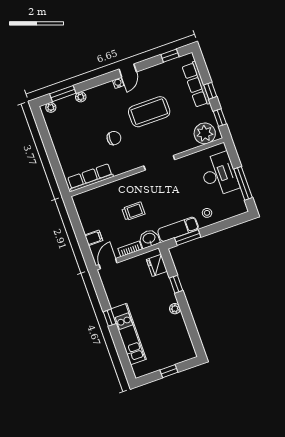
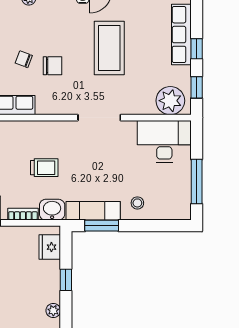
coffee table: (149, 112) -> (109, 48), turned 90
chair: (92, 141) -> (24, 59), added
desk: (219, 174) -> (164, 141), moved, turned -90

